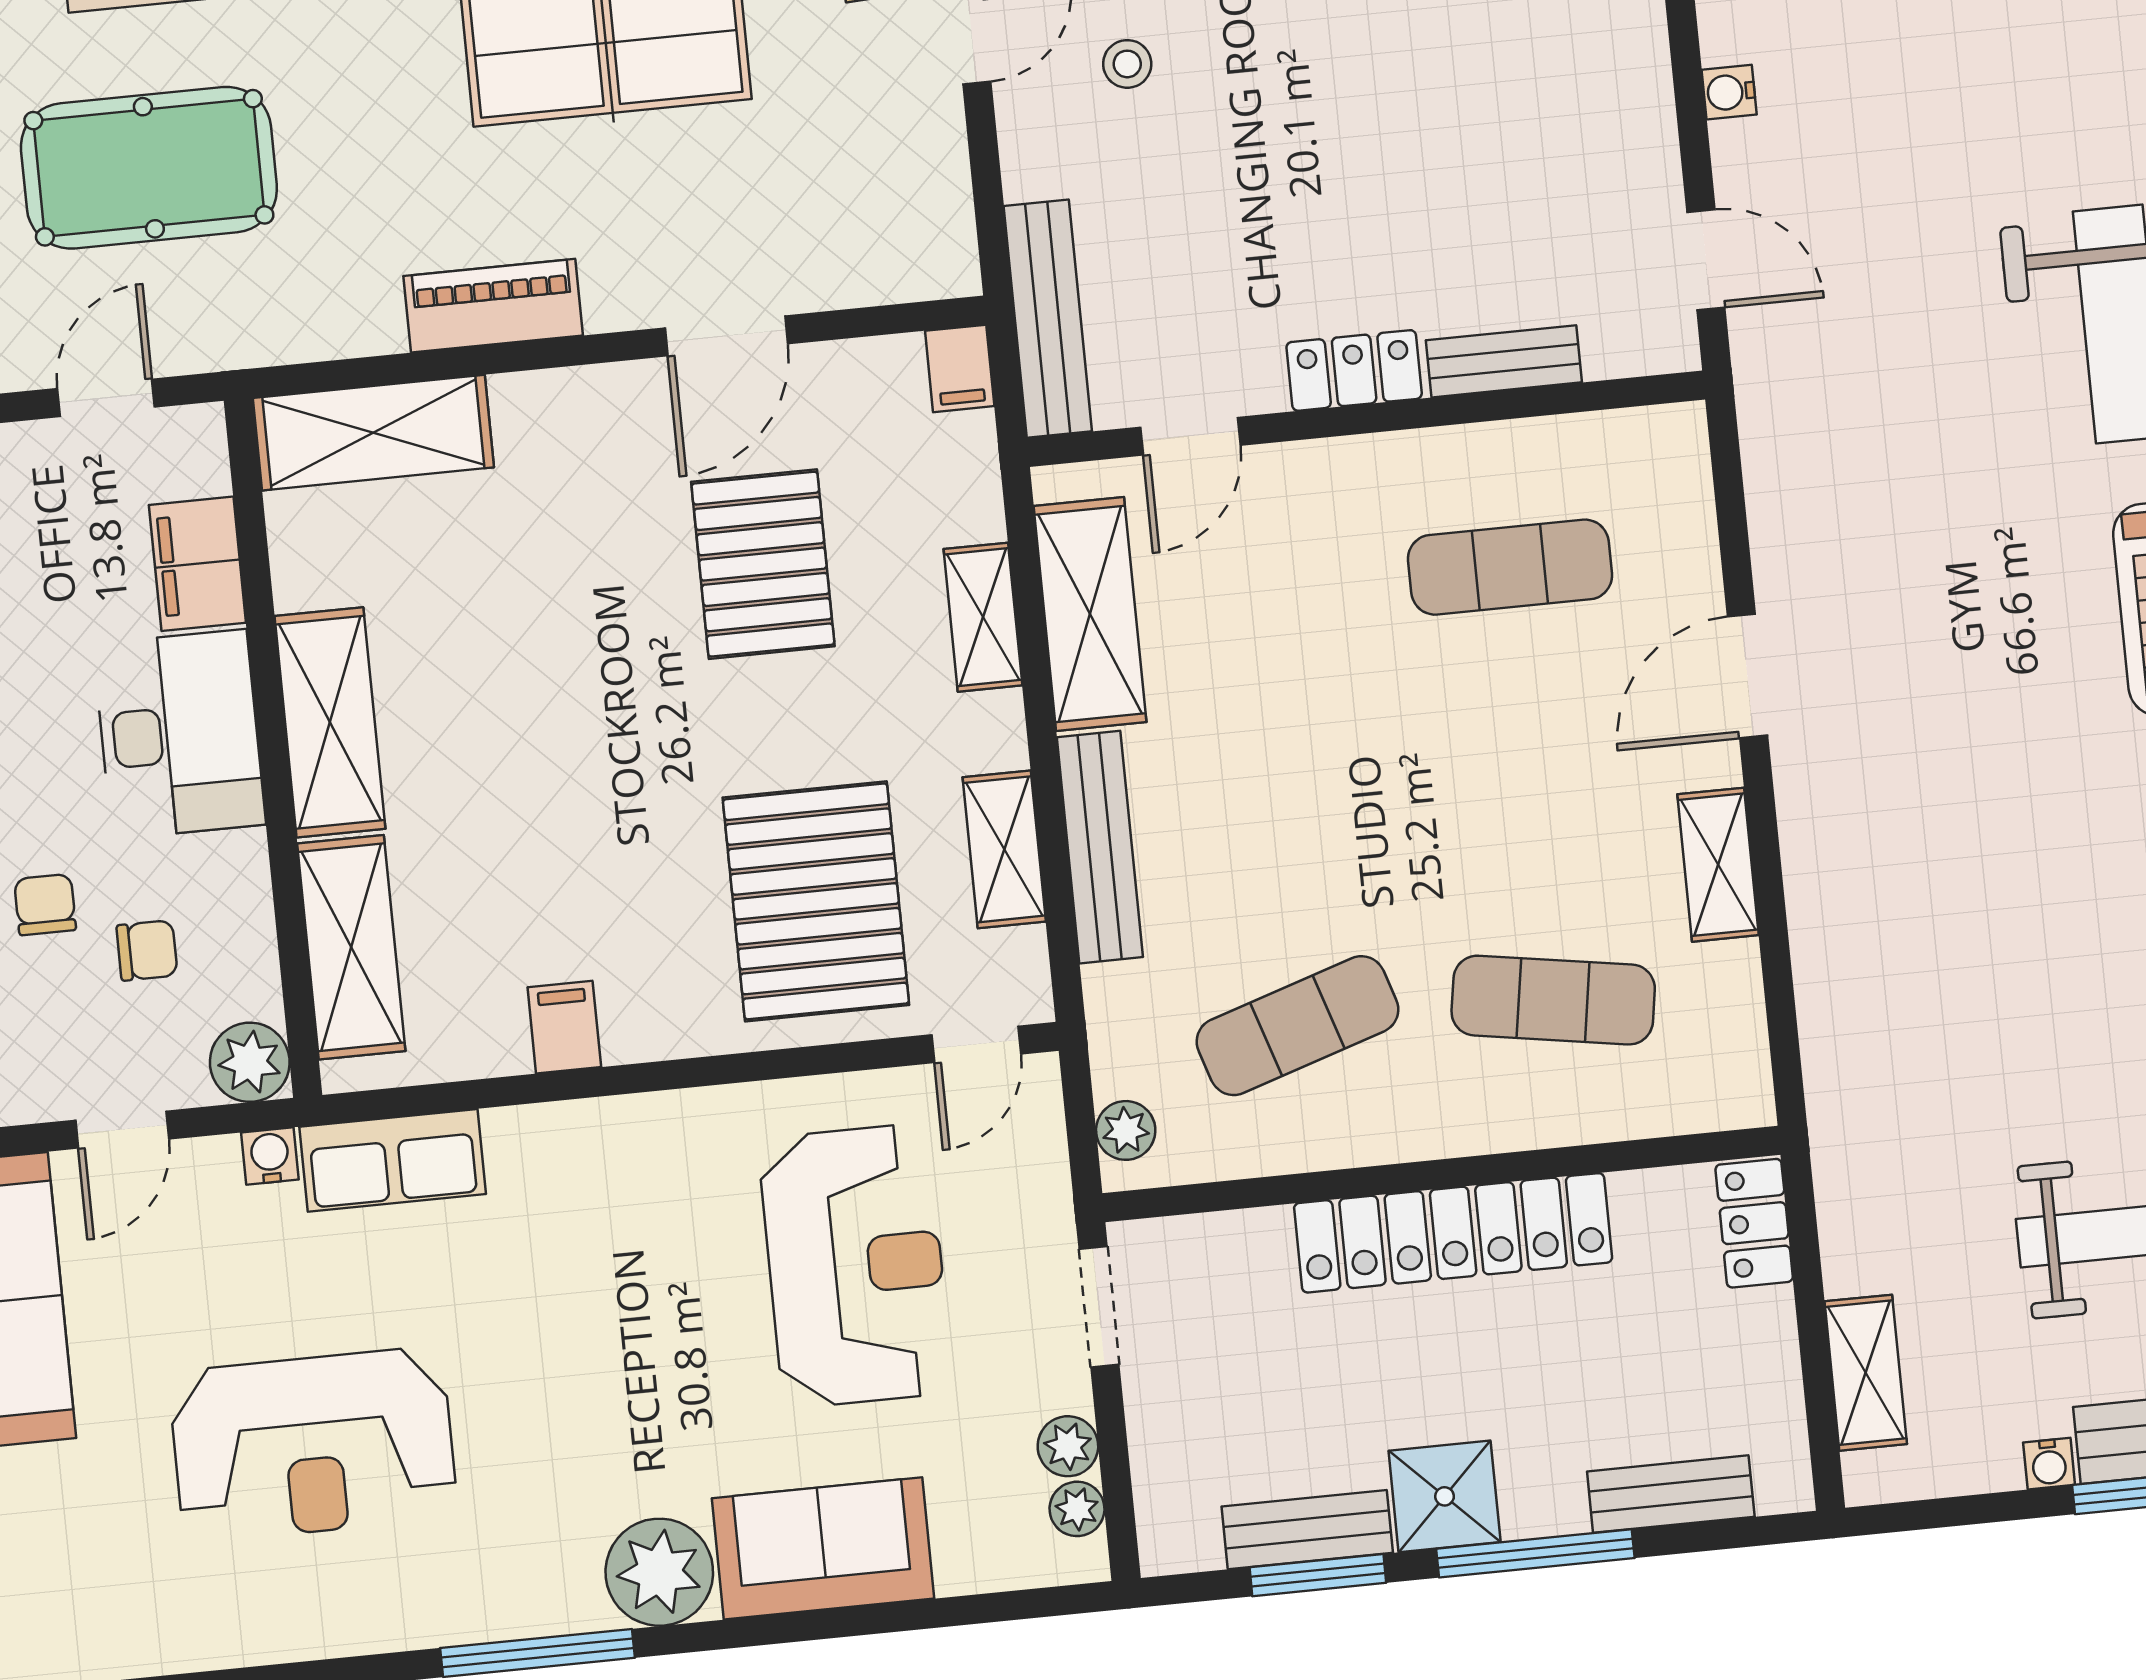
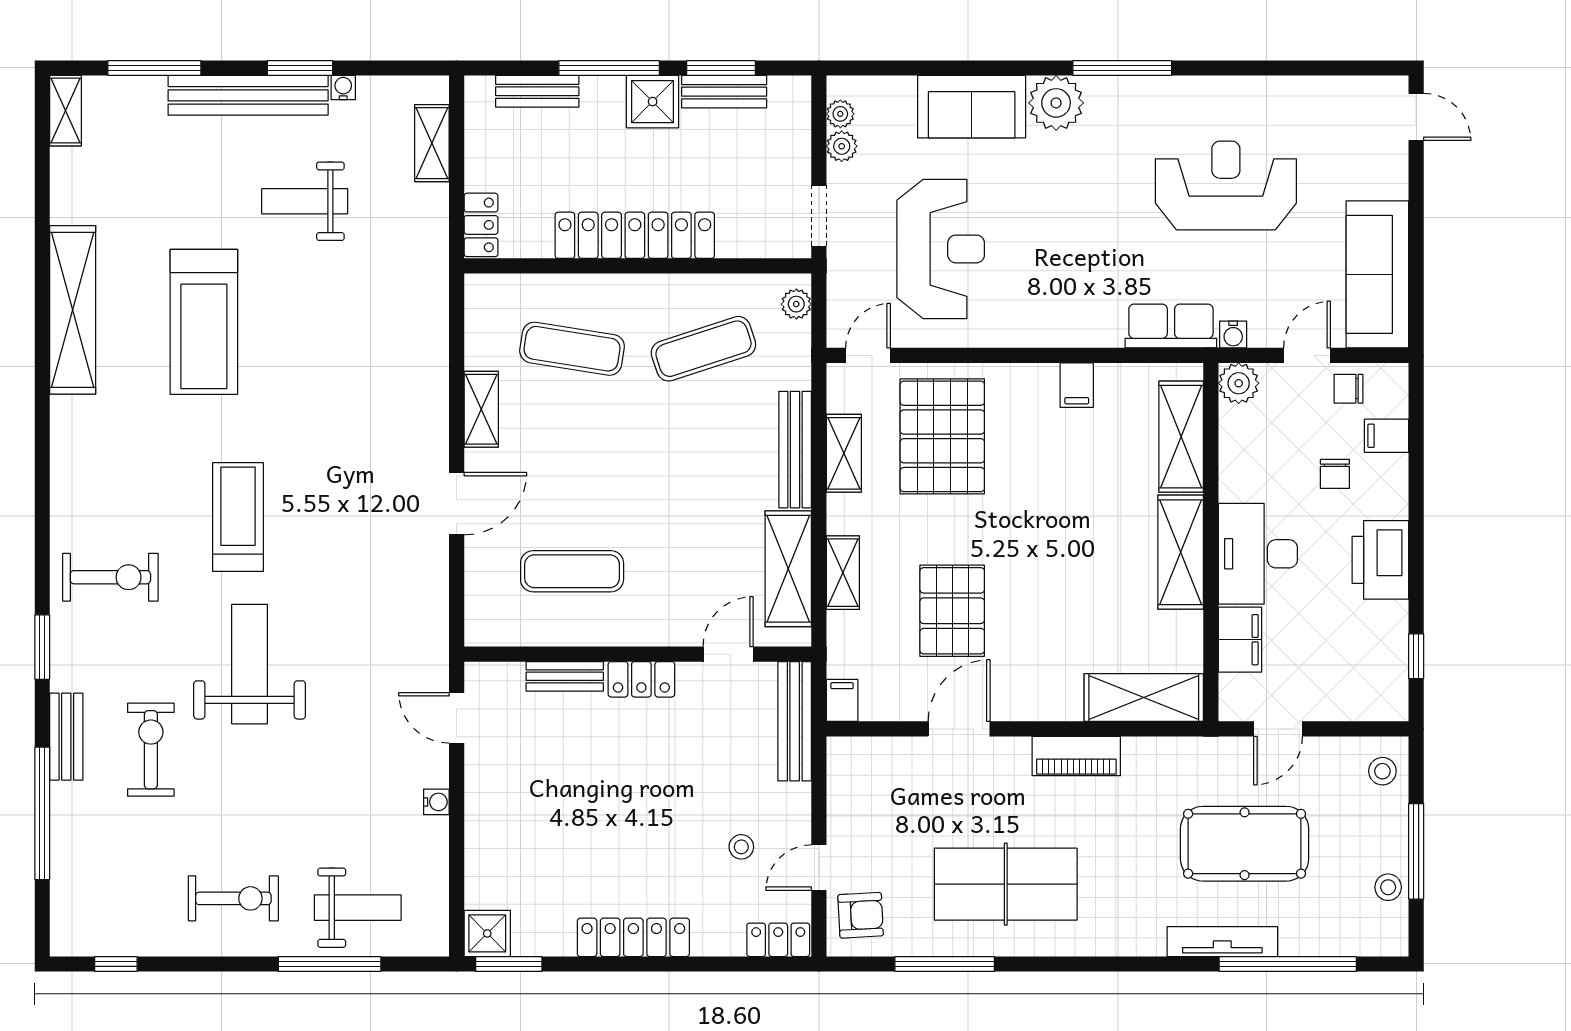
chair: (147, 950) -> (1348, 389), moved
reception desk: (855, 1266) -> (941, 249), turned 180

